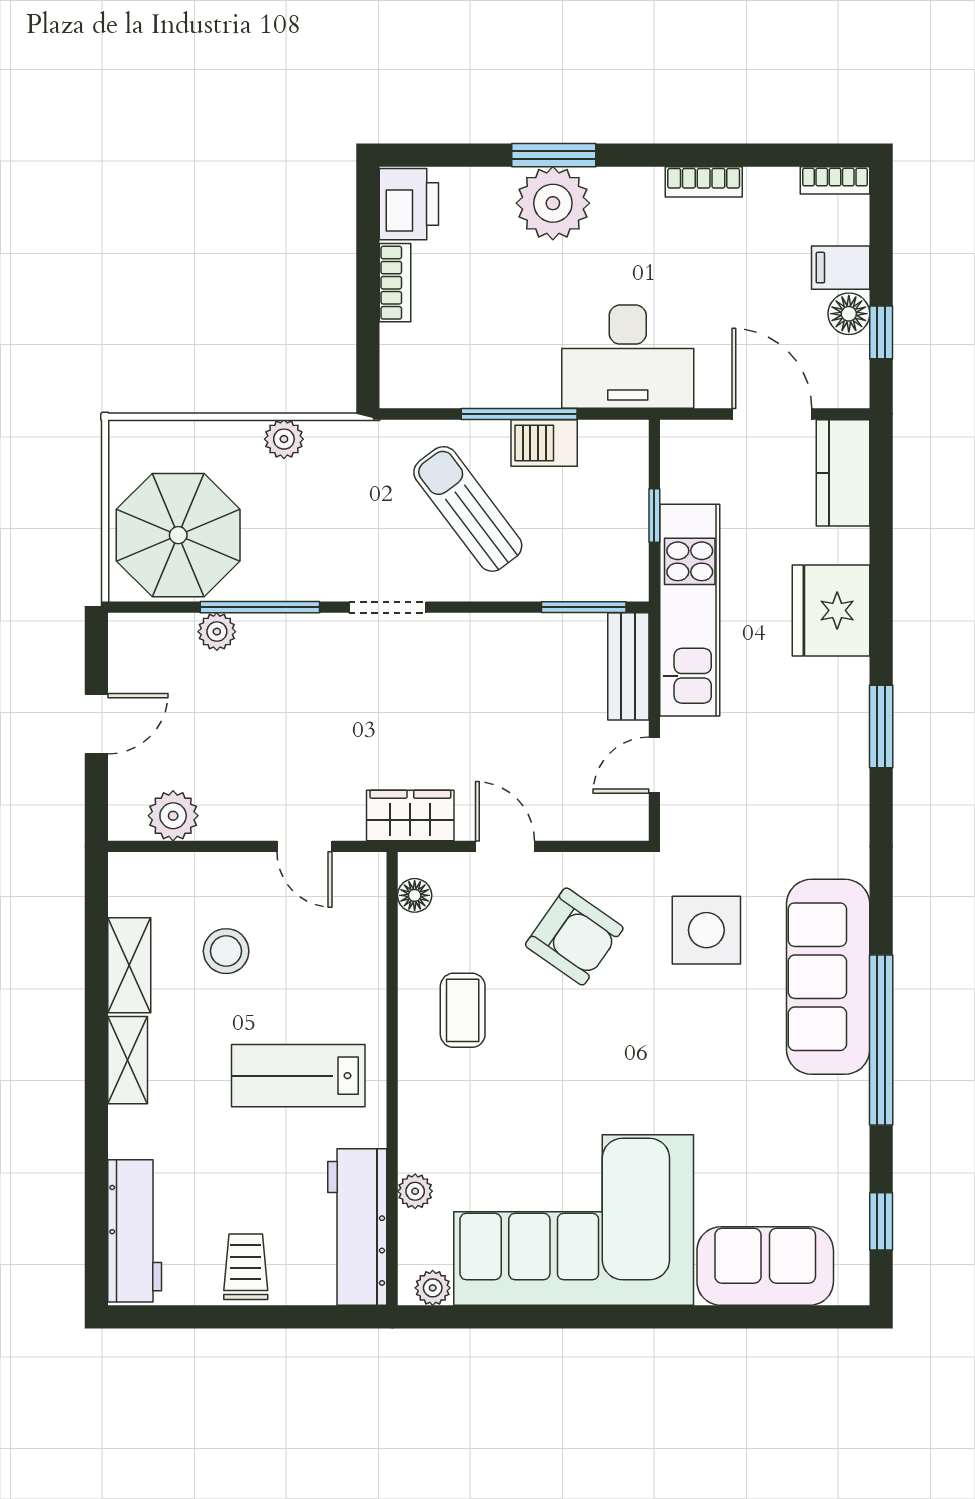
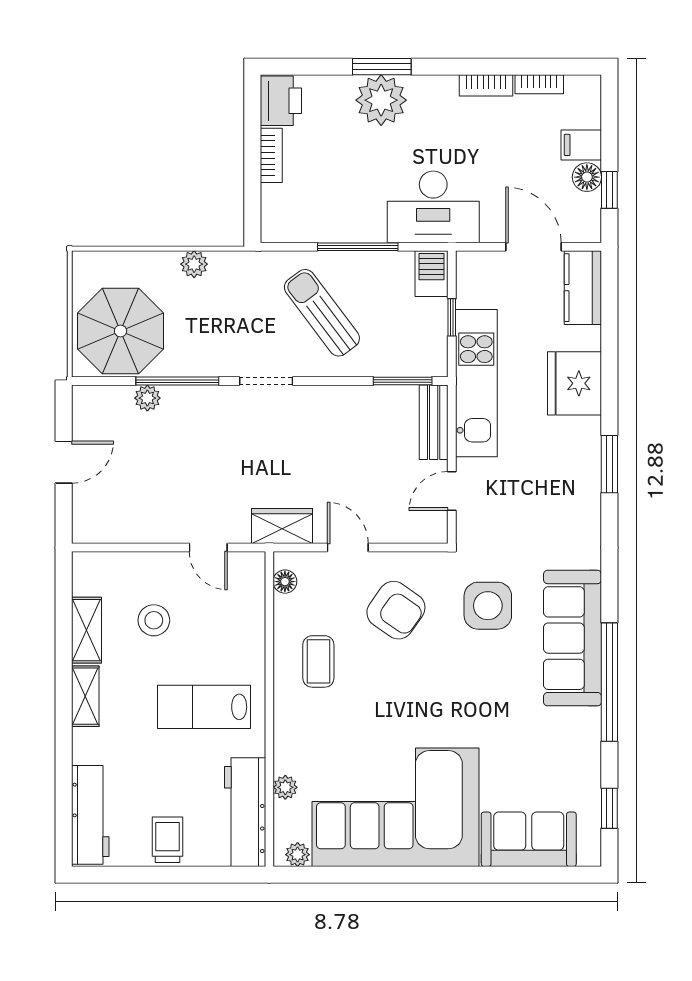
bookcase: (835, 180) -> (539, 84), moved
barbecue: (544, 443) -> (432, 274), moved, turned 90
plant: (173, 816) -> (117, 526), removed

